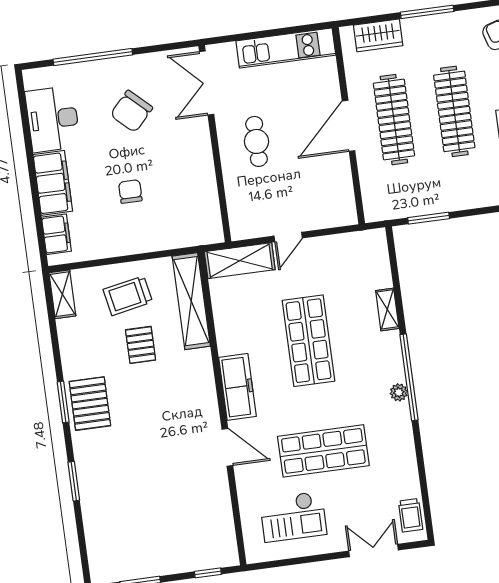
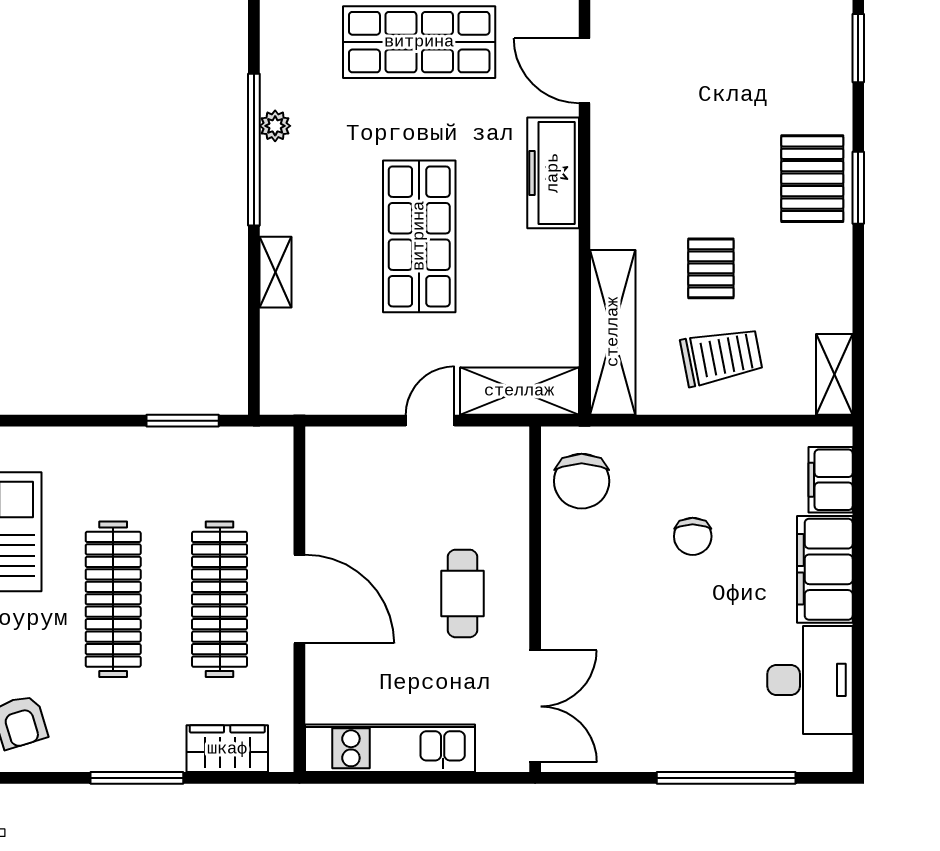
chair: (131, 111) -> (582, 481), moved, turned 137
door: (349, 126) -> (299, 599), hinge flipped

